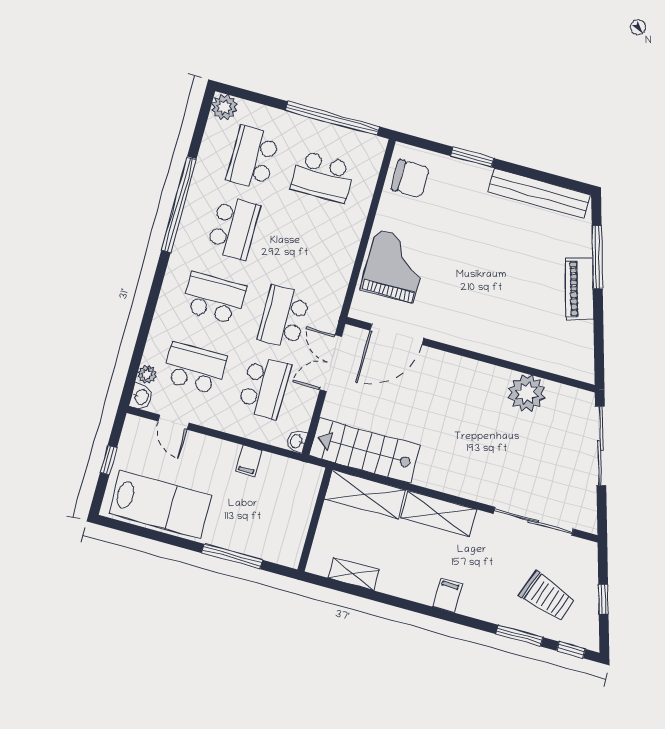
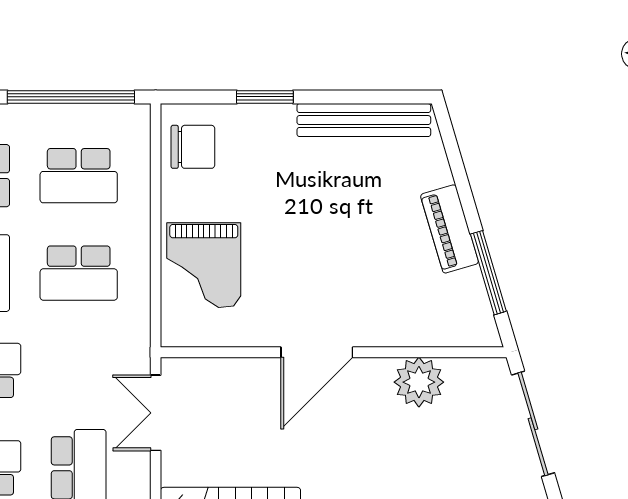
window: (597, 257) -> (488, 273), moved
grand piano: (395, 266) -> (204, 265), turned 180
school desk: (284, 317) -> (79, 273), moved, turned -90
door: (397, 334) -> (317, 352), moved

